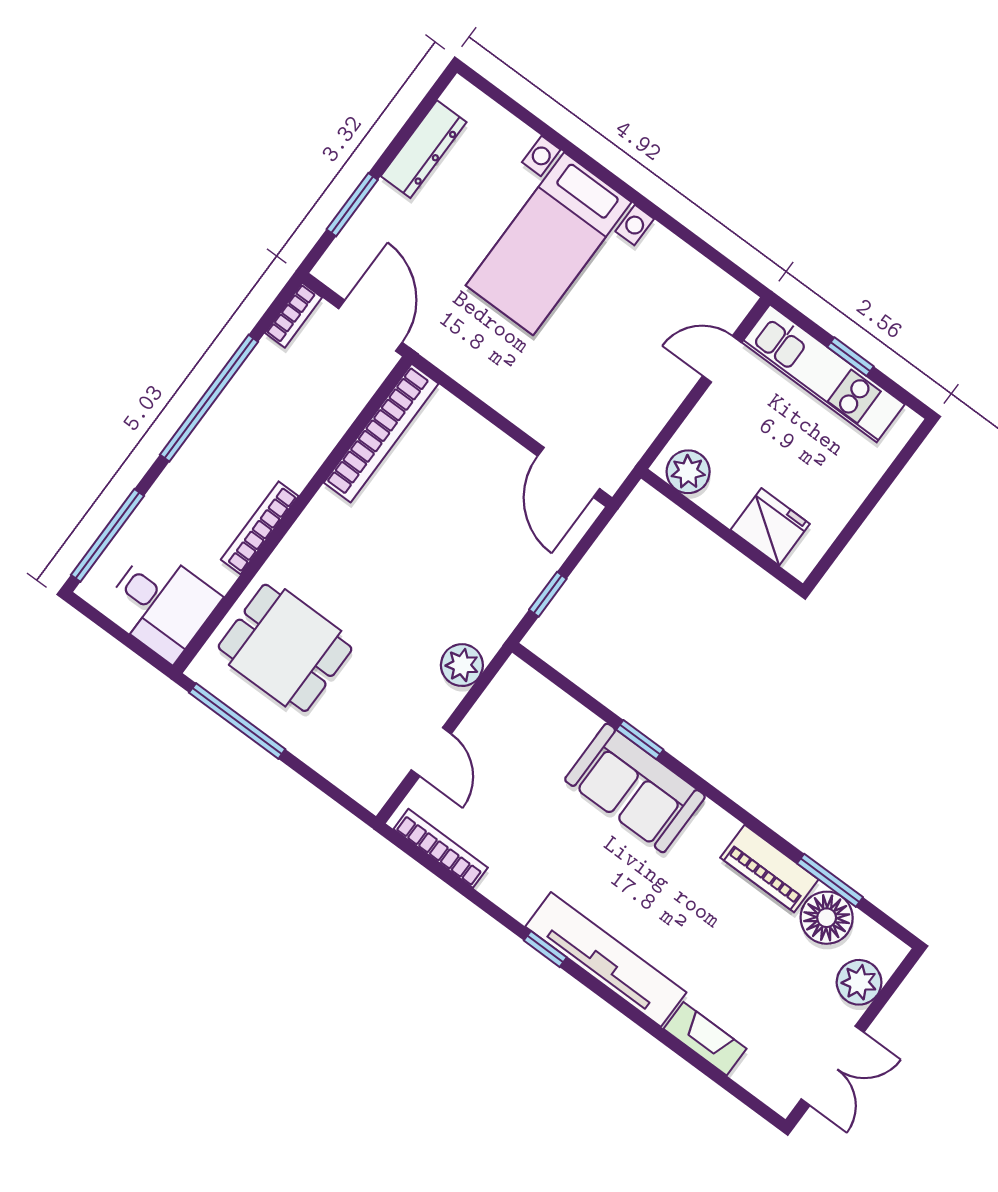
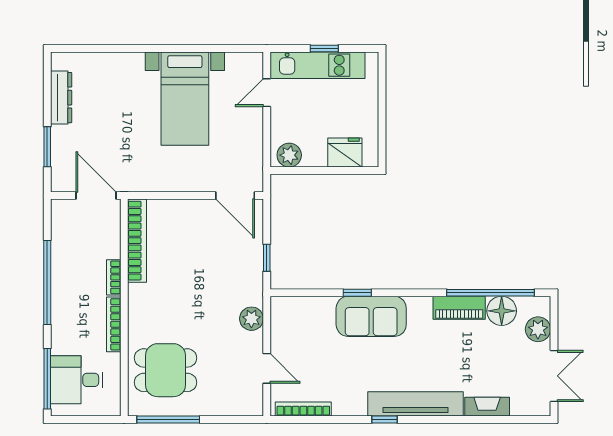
bed with nightstands: (549, 244) -> (185, 99), moved
bookcase: (293, 315) -> (114, 277), moved, turned 180
desk: (161, 604) -> (77, 380), moved, turned 180
window: (830, 880) -> (491, 293), width x2.11

